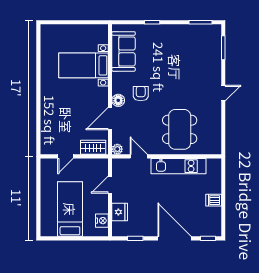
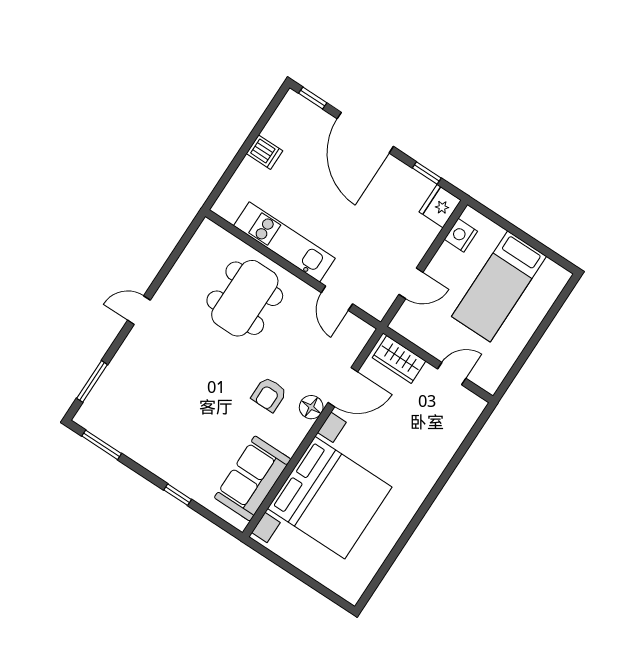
bed with nightstands: (84, 65) -> (330, 498), width x1.85
plant: (117, 149) -> (363, 332), removed
fridge: (120, 212) -> (440, 206), moved

